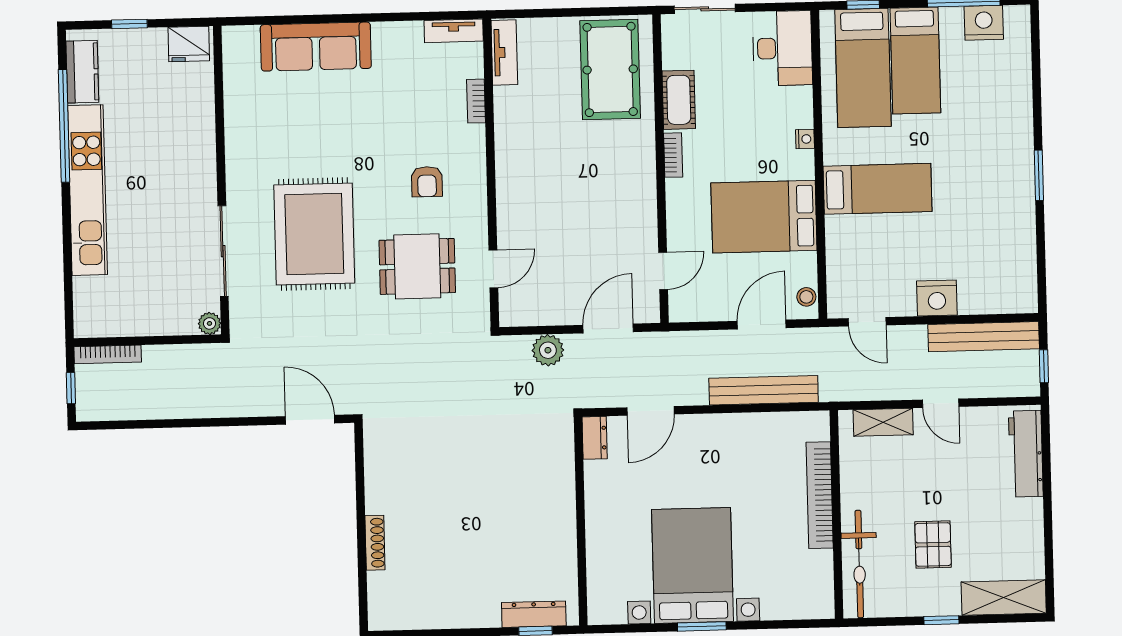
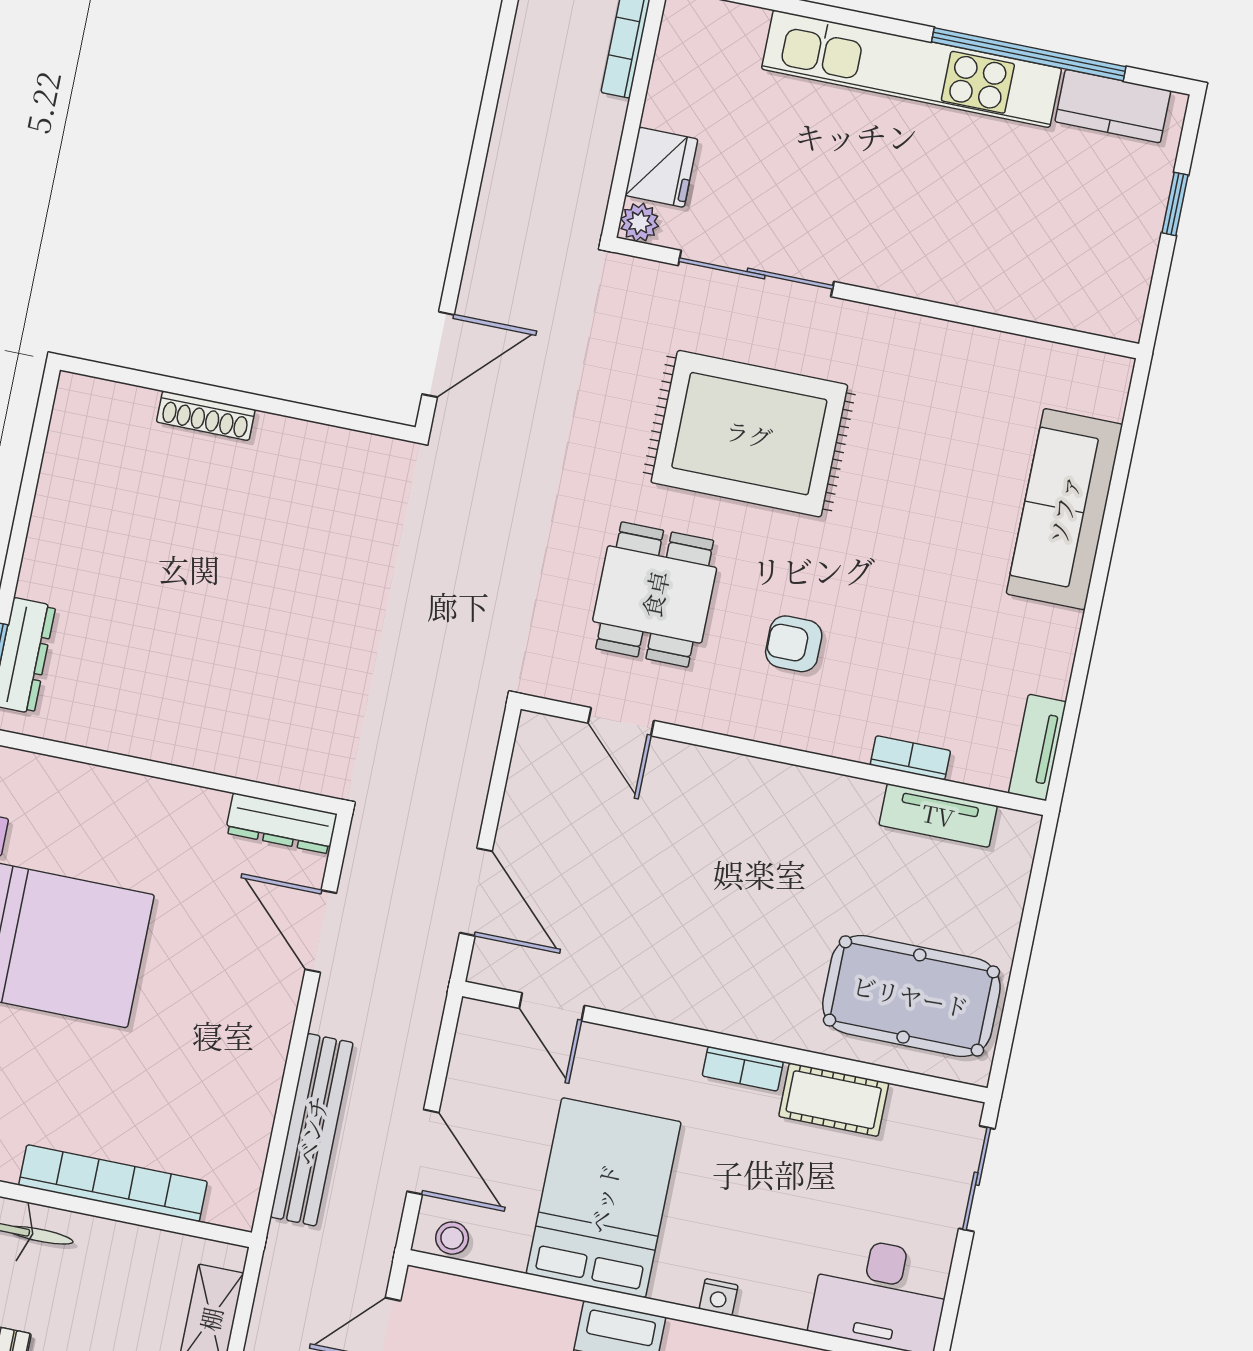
fridge: (189, 44) -> (661, 167), moved, turned 180
tv unit: (504, 53) -> (938, 815), moved
plant: (548, 350) -> (463, 782), removed
dresser: (595, 438) -> (281, 823), width x1.44

